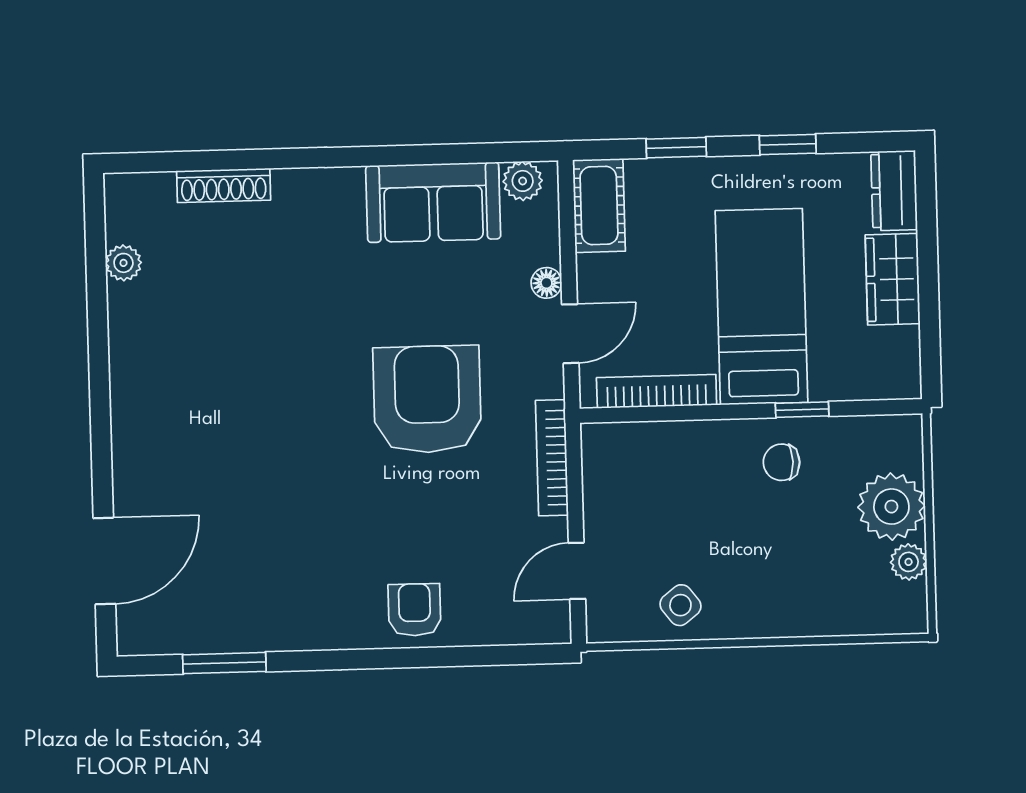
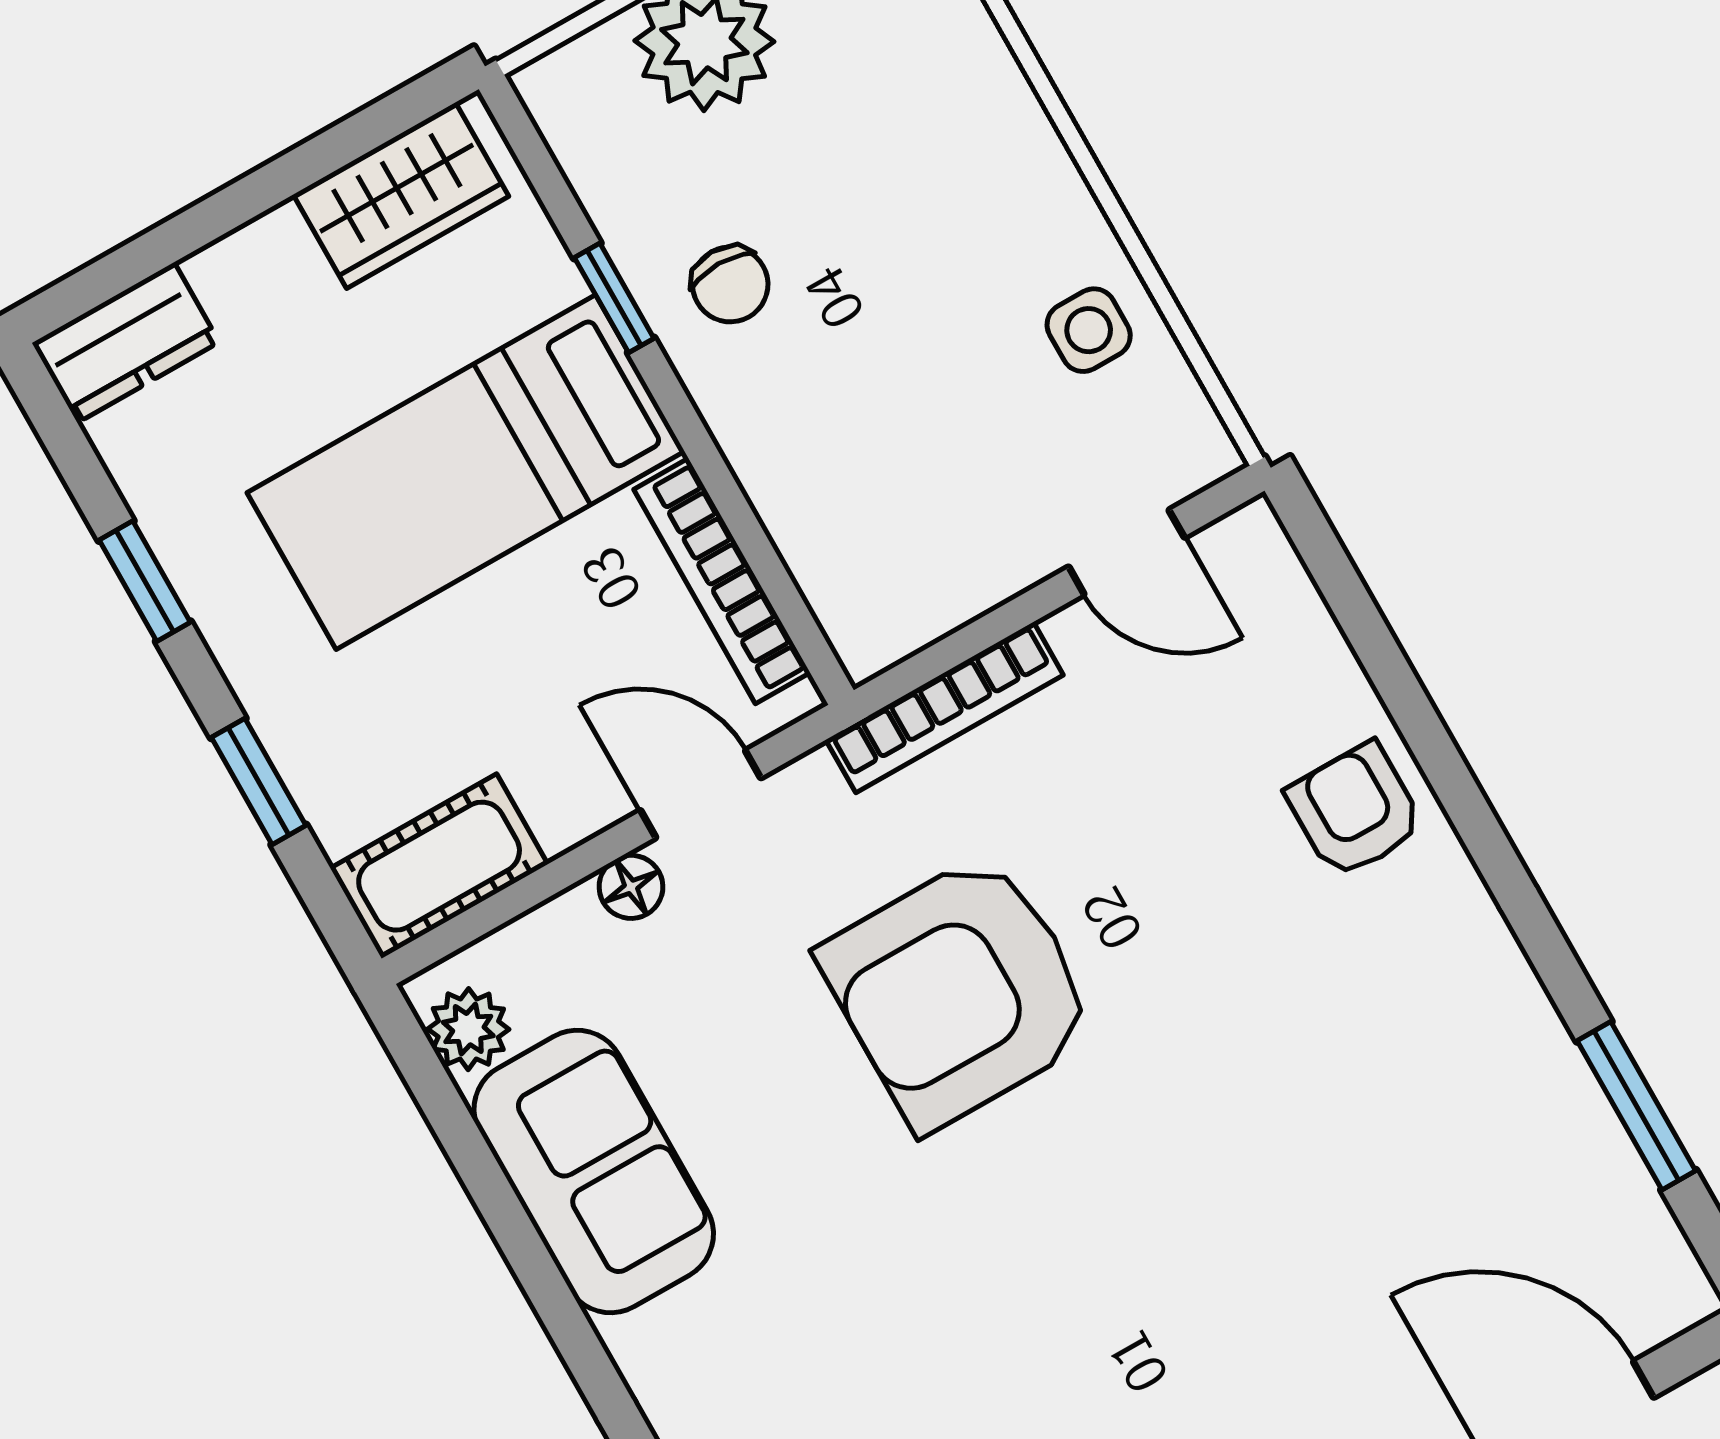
wardrobe: (893, 279) -> (401, 195), moved
side table: (680, 605) -> (1089, 330), turned 38
armchair: (415, 610) -> (1355, 810), turned 90

